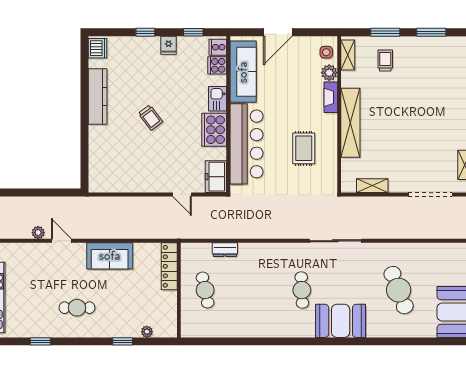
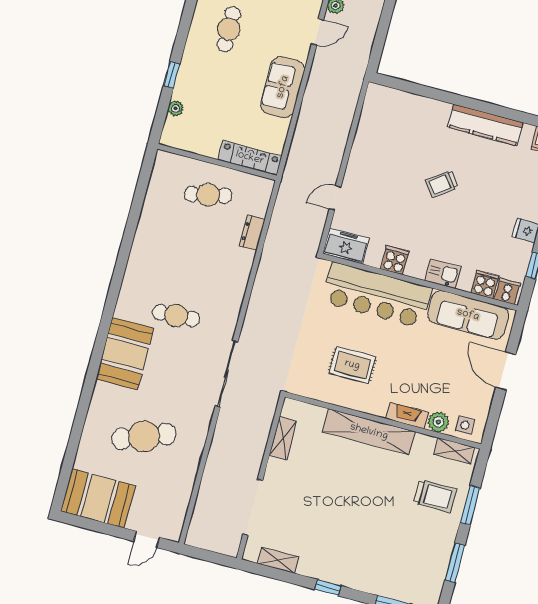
trolley: (385, 61) -> (435, 496), width x1.36, depth x1.39
cooker: (214, 130) -> (395, 260), width x0.53, depth x0.76

